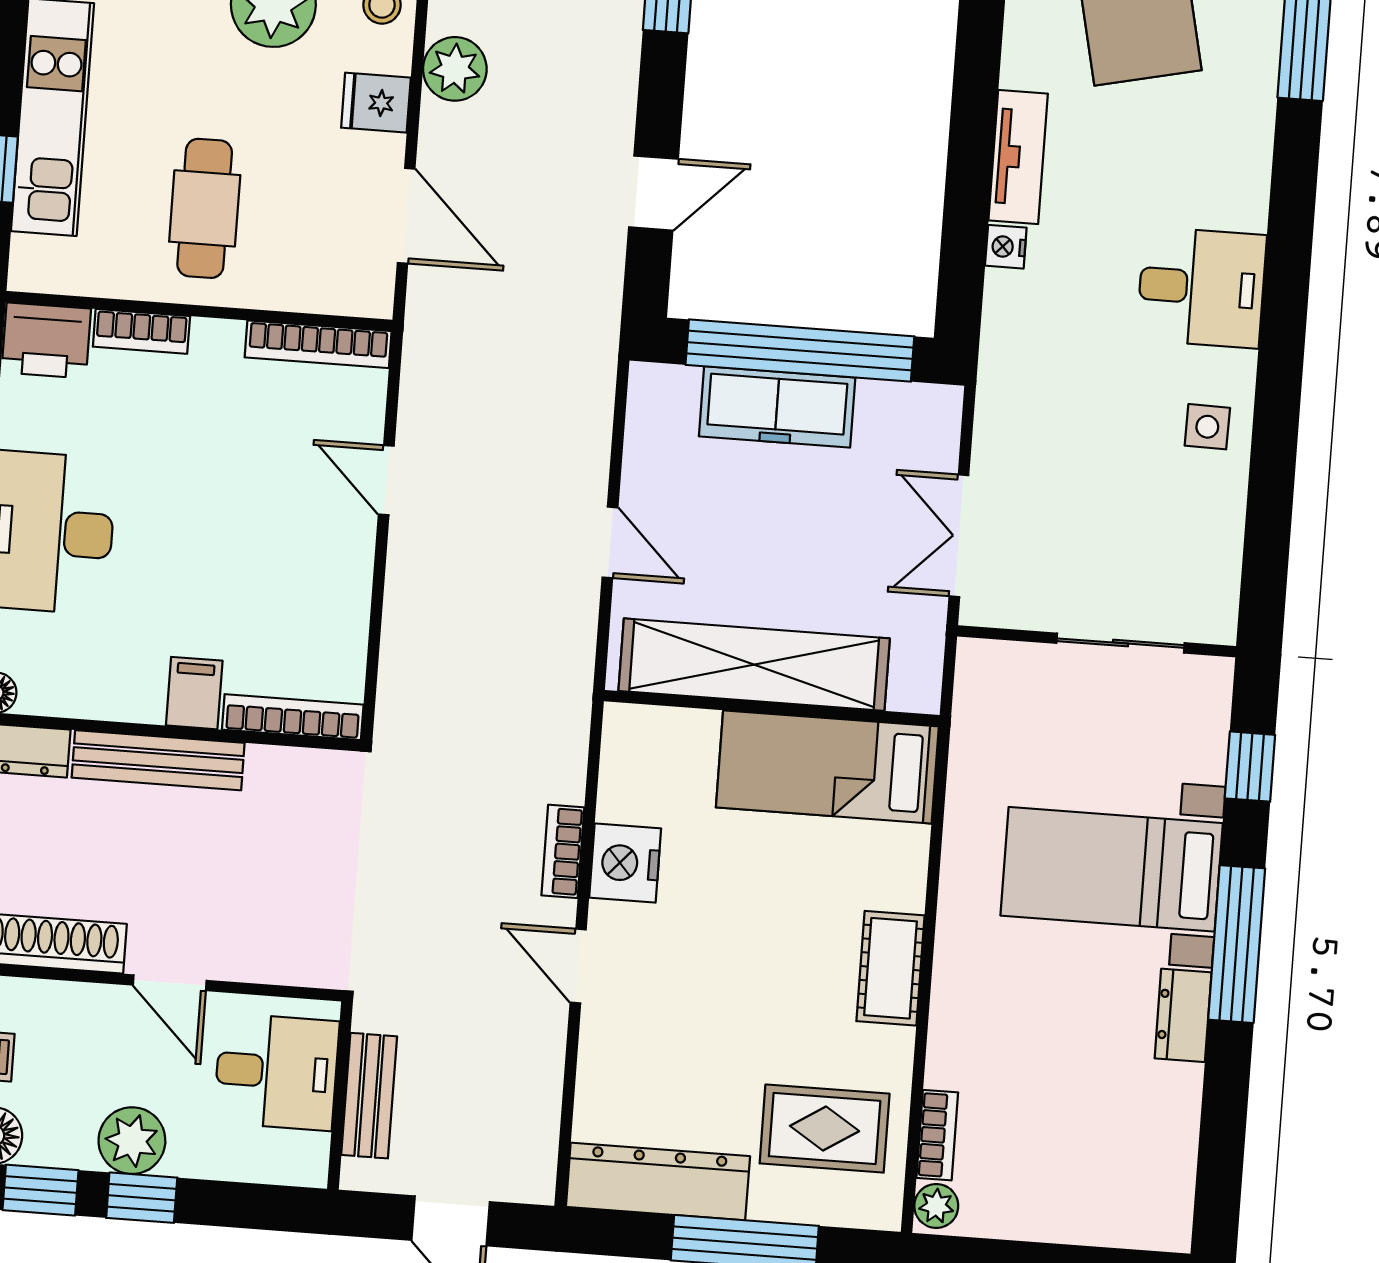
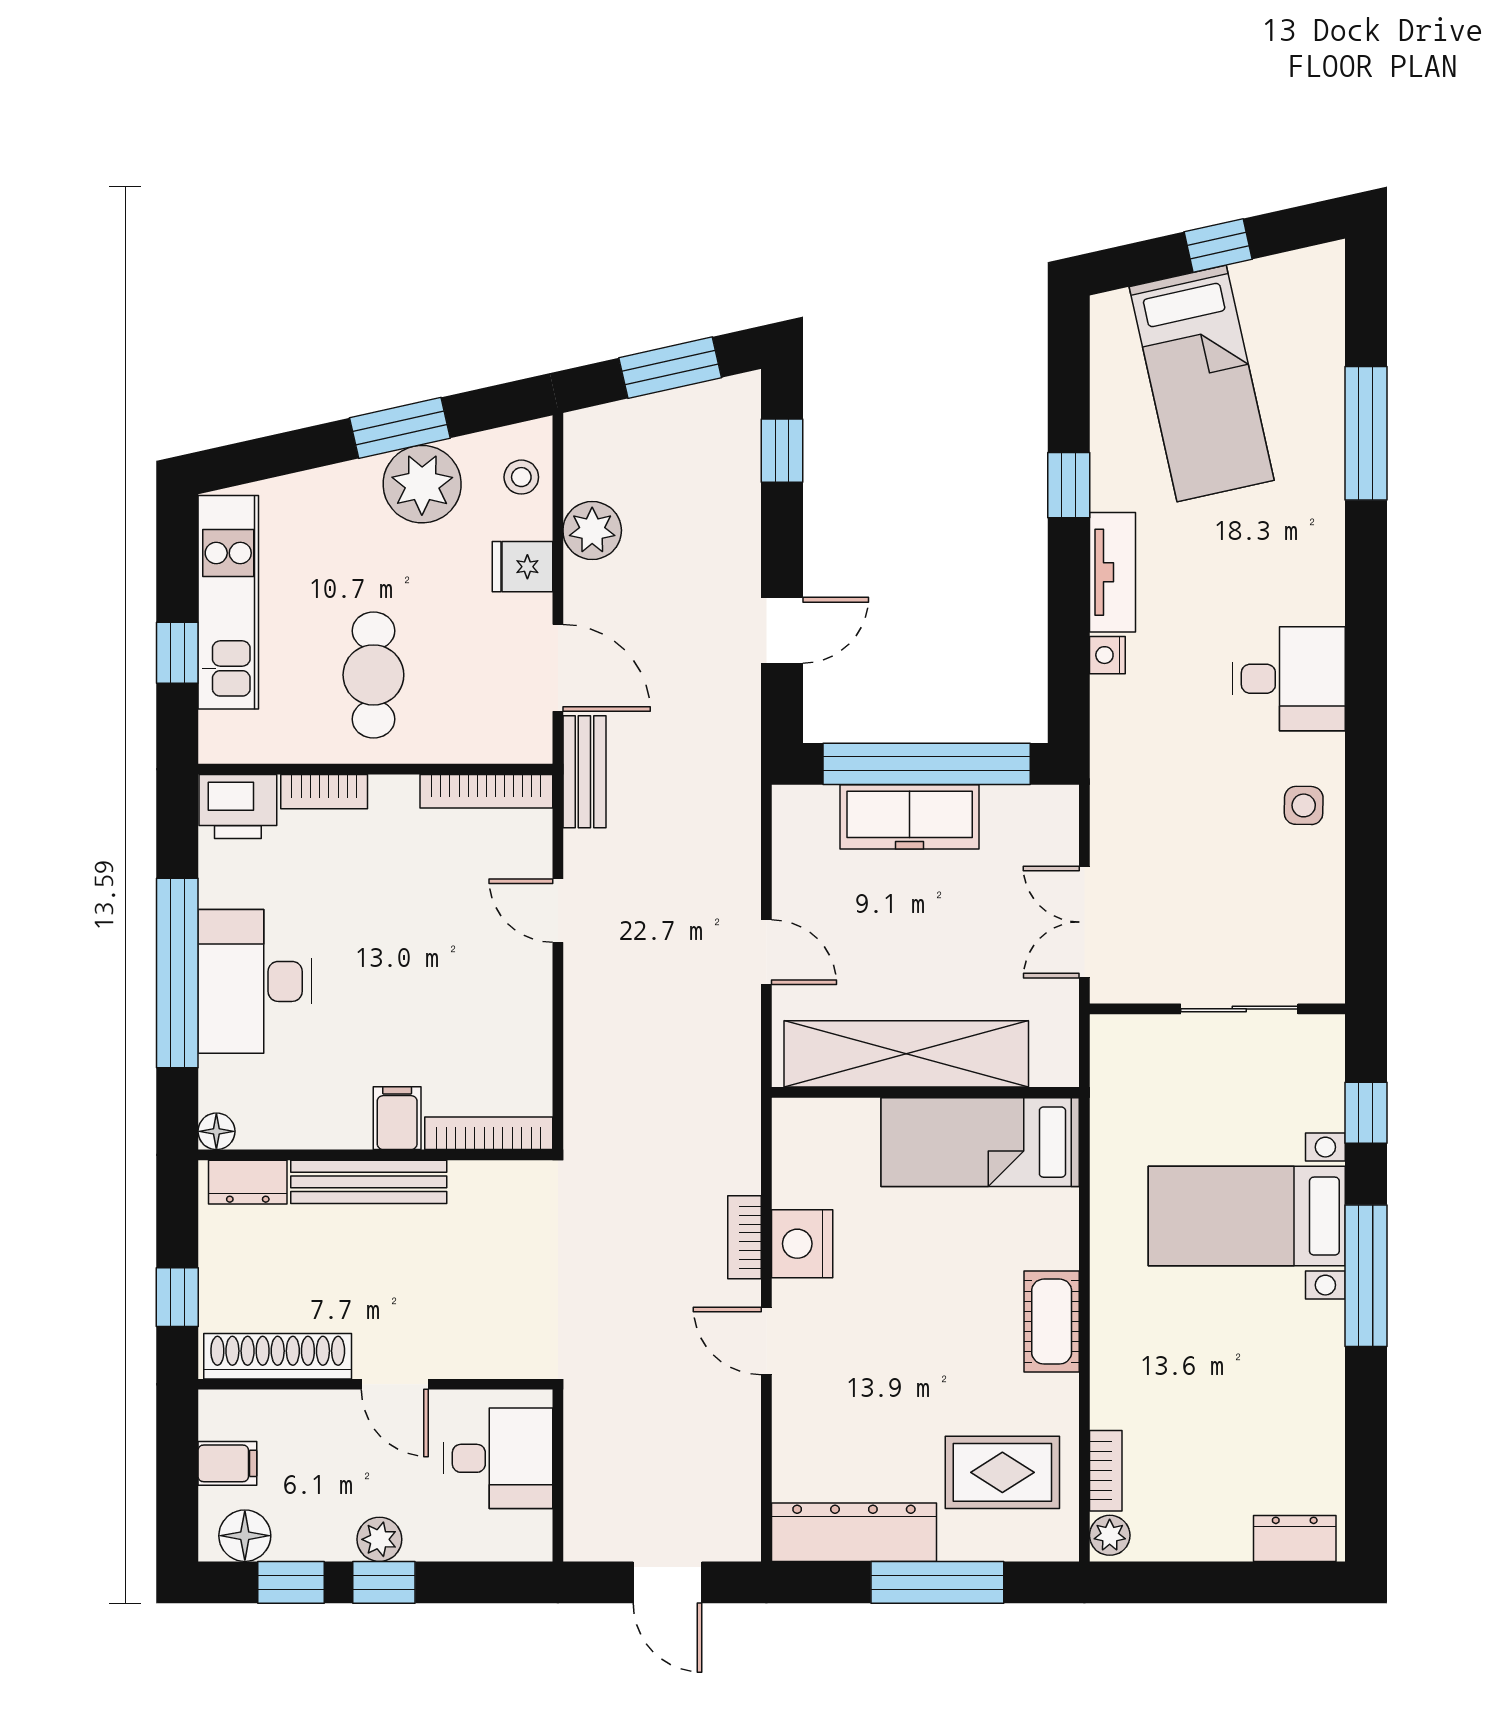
window: (978, 59) -> (1069, 485), added
dresser: (1183, 1015) -> (1295, 1538), moved, turned 90
bench: (369, 1096) -> (584, 772), moved
plant: (132, 1141) -> (379, 1539), width x0.73, depth x0.73

